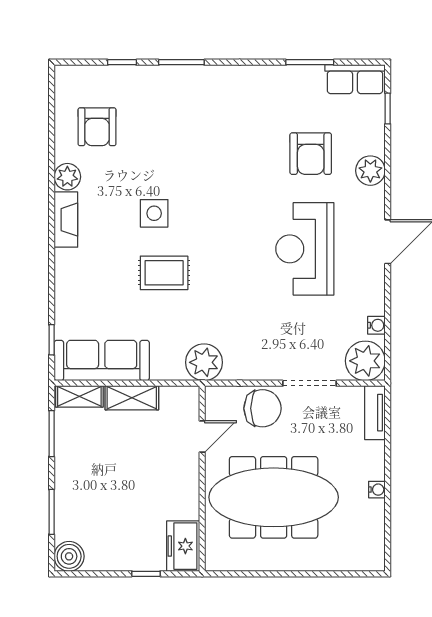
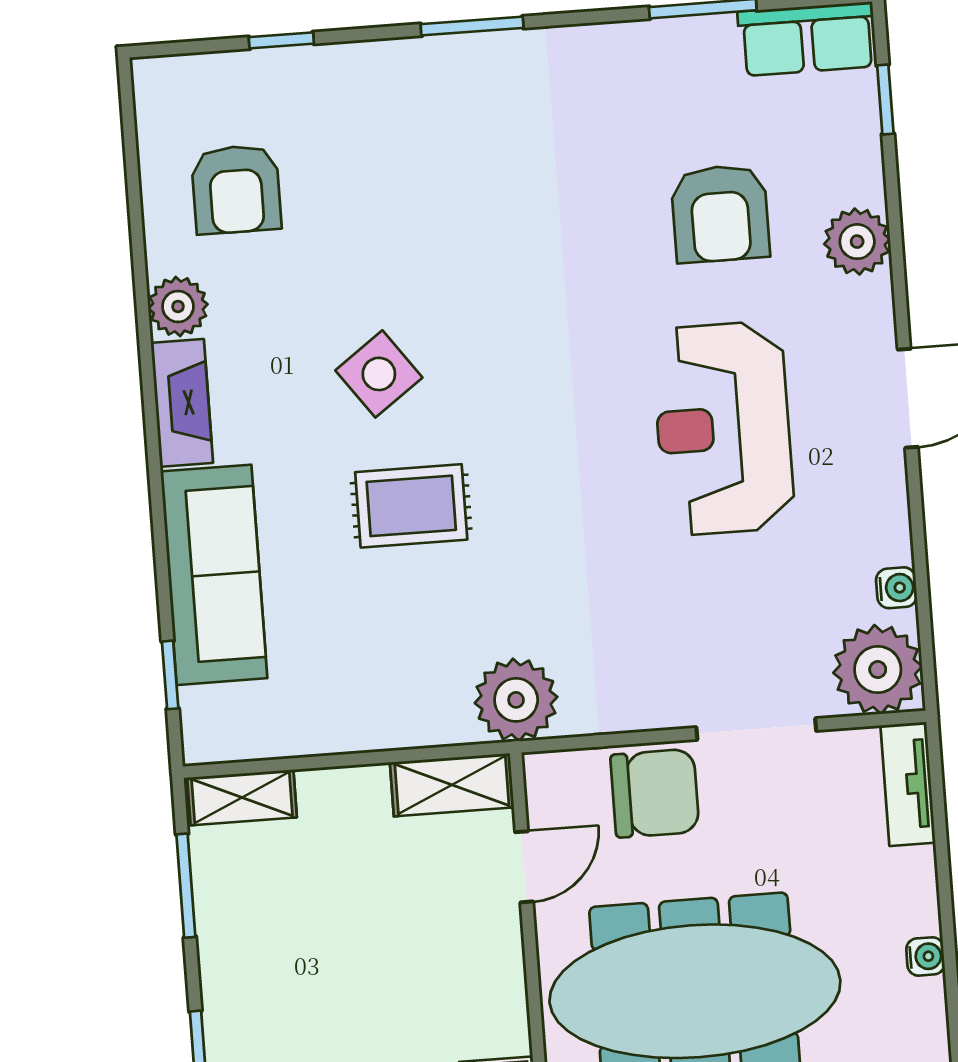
window: (181, 62) -> (472, 26), moved
side table: (154, 213) -> (379, 374), turned -36
sofa: (102, 360) -> (214, 575), moved, turned 90
shelving: (132, 398) -> (452, 785), moved

